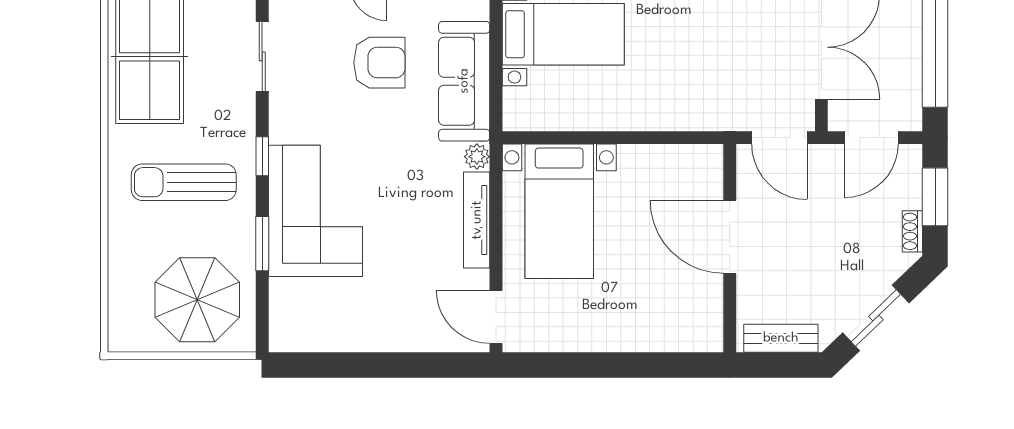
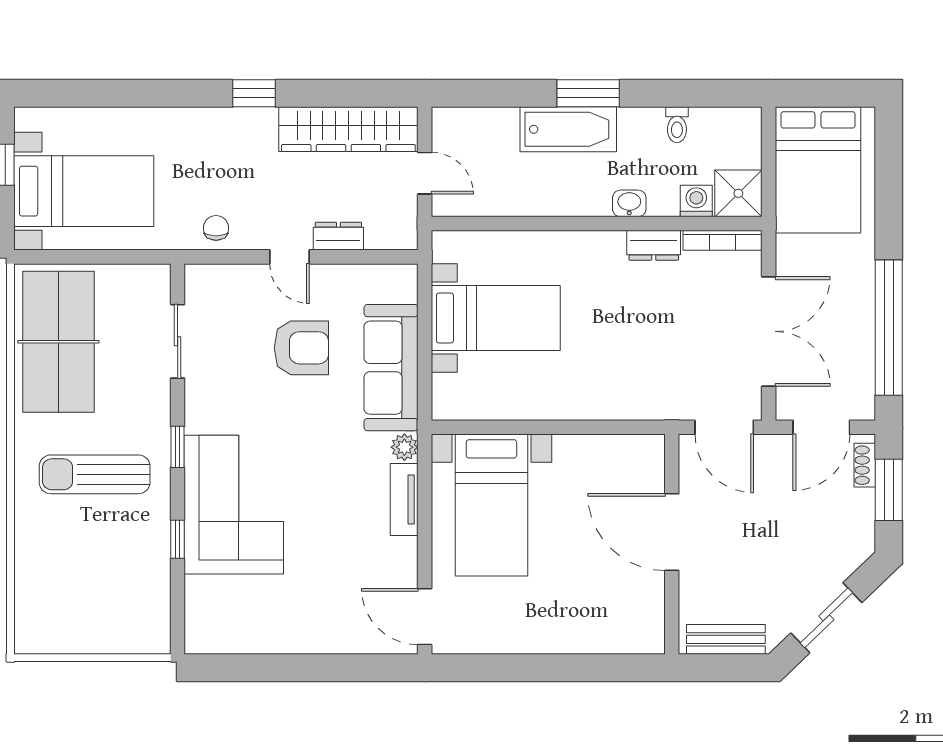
tv unit: (477, 220) -> (404, 500), width x0.71
shoe rack: (912, 231) -> (865, 465), moved
window: (262, 244) -> (178, 539), width x0.67
parasol: (197, 300) -> (109, 599), removed

